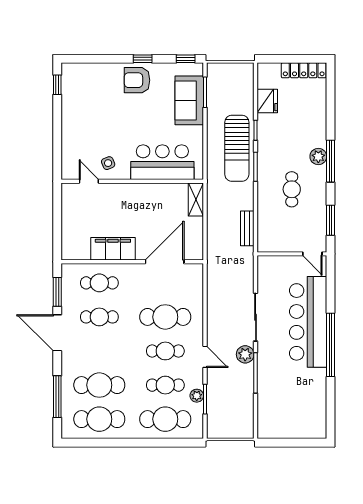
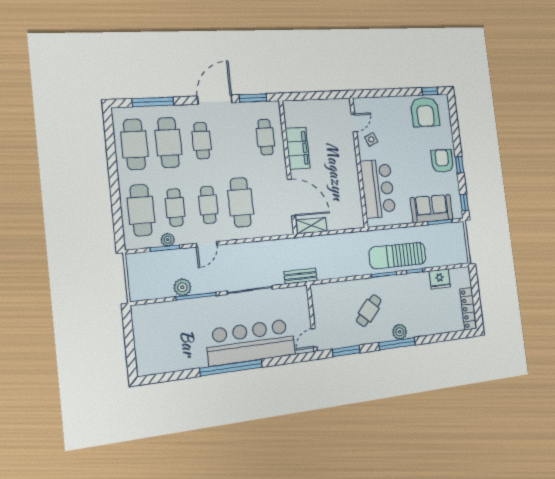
armchair: (81, 94) -> (425, 112), added
cafe table: (292, 189) -> (369, 311), turned -48
shelving: (196, 199) -> (311, 226), moved
bench: (247, 228) -> (300, 276), moved
cafe table: (99, 317) -> (202, 141), moved
plant: (245, 354) -> (182, 287), moved

